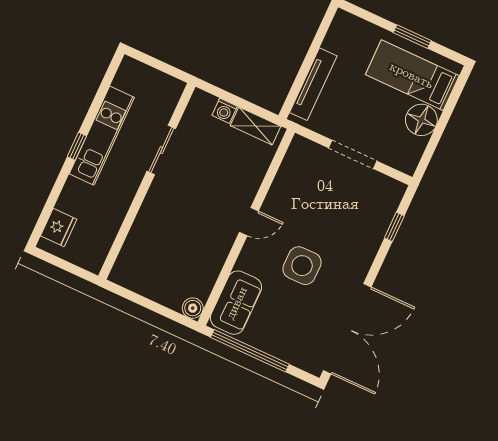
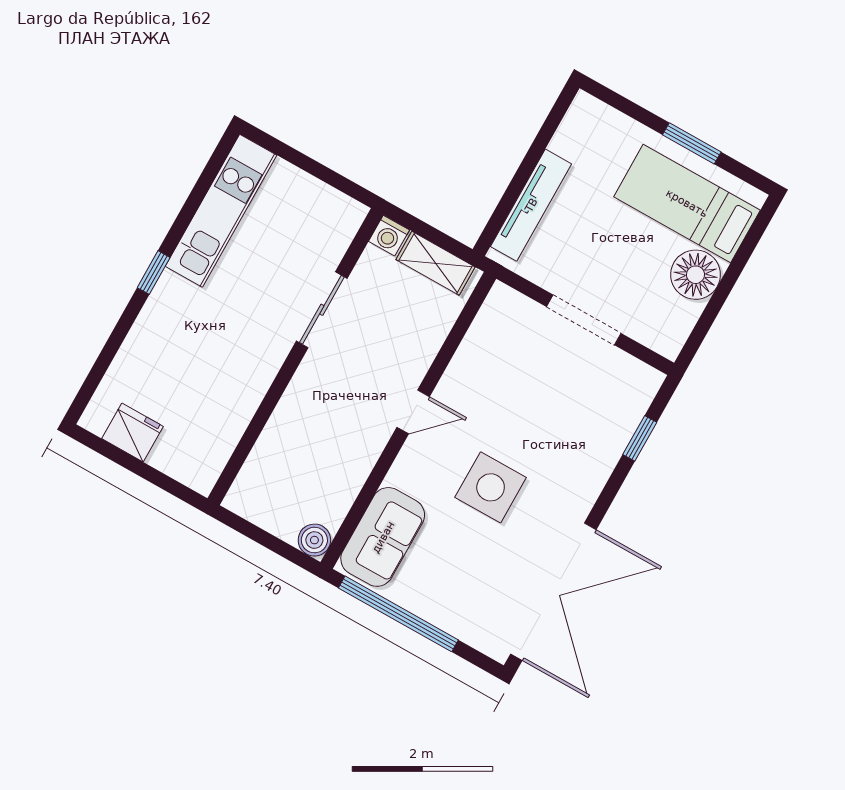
kitchen unit: (102, 136) -> (221, 211), moved
sliding door: (161, 150) -> (322, 310), moved
wall: (147, 181) -> (295, 357), moved
fridge: (59, 228) -> (133, 433), moved, turned -90

